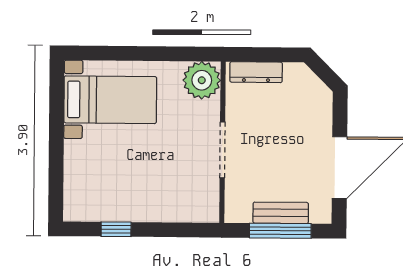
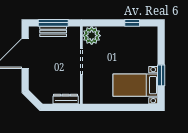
plant: (202, 80) -> (92, 36), moved
window: (57, 120) -> (161, 75), added

